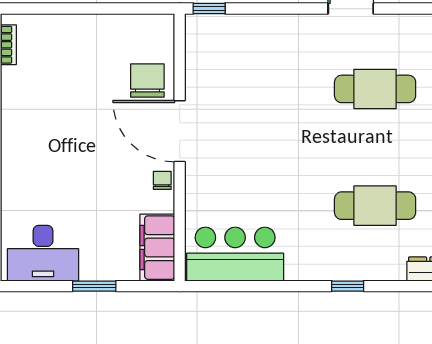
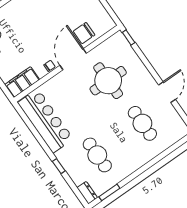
chair: (147, 81) -> (84, 33), turned 180
round table: (259, 97) -> (108, 81), added
bar counter: (235, 254) -> (45, 121), width x1.36

